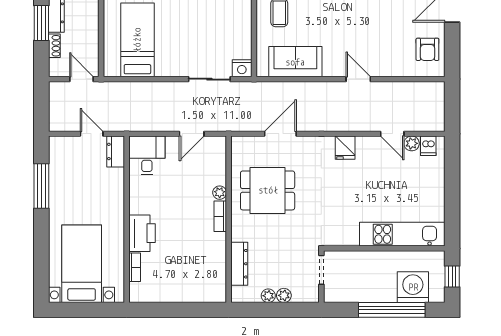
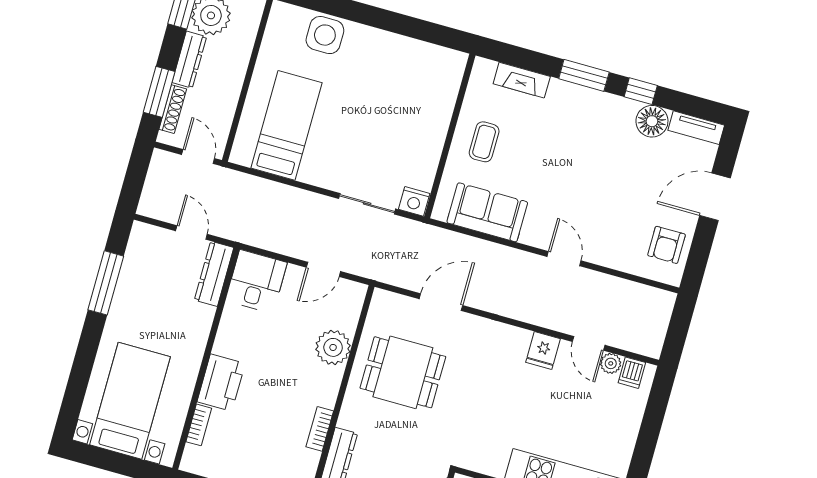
window: (41, 23) -> (159, 92), moved
shoe rack: (54, 46) -> (173, 109), width x1.43
fridge: (345, 148) -> (543, 351), moved
dresser: (116, 151) -> (214, 274), width x1.44
plant: (220, 193) -> (333, 347), width x1.87, depth x1.87
bookcase: (220, 216) -> (320, 429), moved

